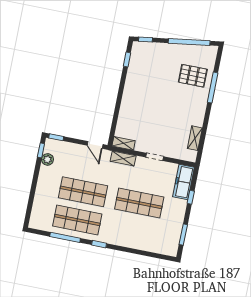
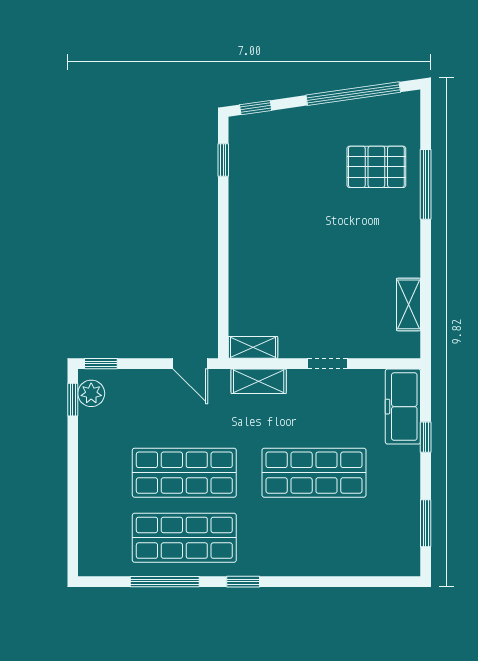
plant: (47, 159) -> (91, 393), moved

